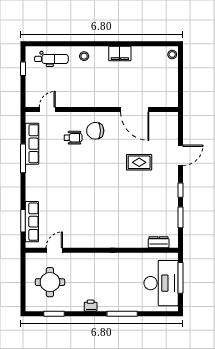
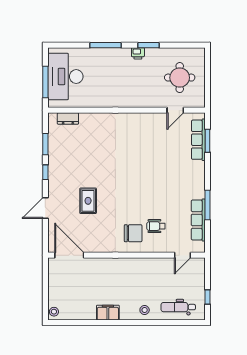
door: (135, 109) -> (69, 255), moved
rug: (139, 162) -> (88, 201), turned 90
window: (54, 314) -> (148, 45), moved

